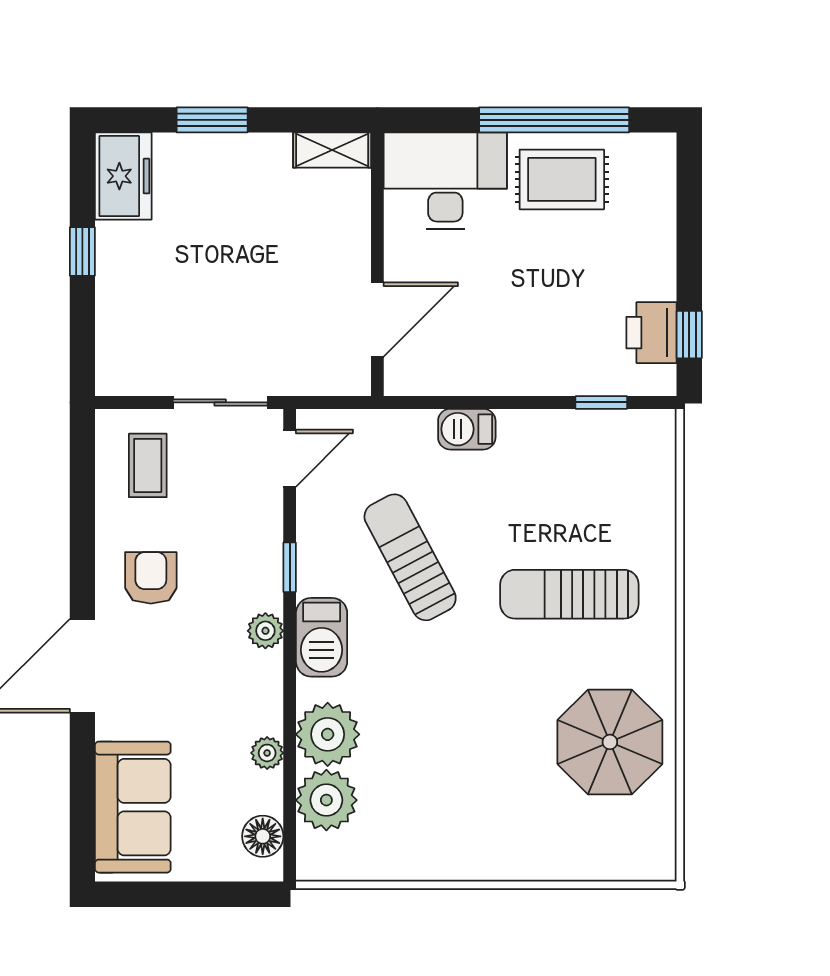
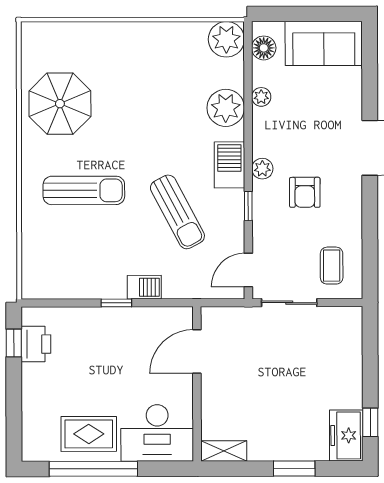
window: (82, 251) -> (370, 422), moved
window: (601, 402) -> (116, 303), moved
armchair: (151, 578) -> (305, 192), moved
plant: (326, 800) -> (226, 39), moved
sofa: (133, 807) -> (324, 43), moved, turned -90

